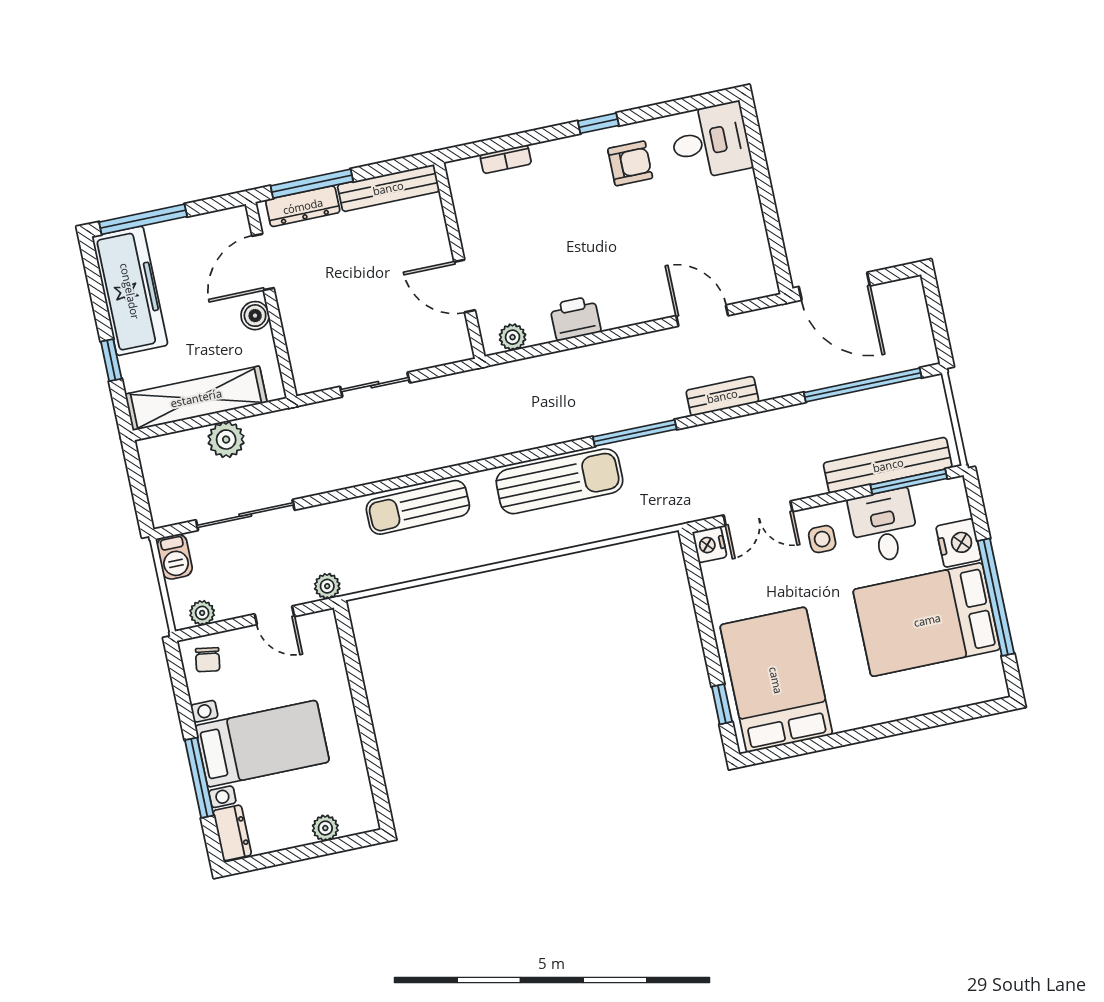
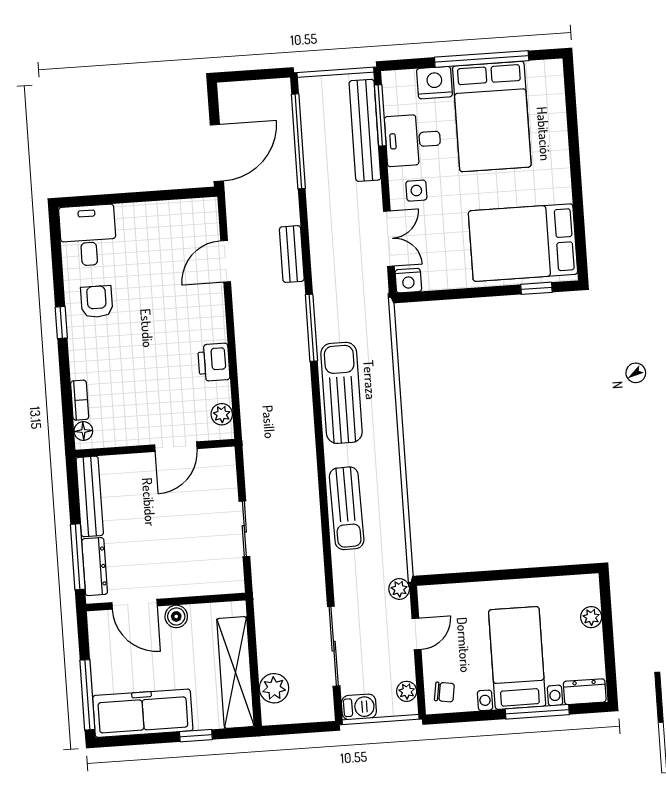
floor lamp: (468, 169) -> (83, 431), added
plant: (226, 440) -> (274, 688), moved

